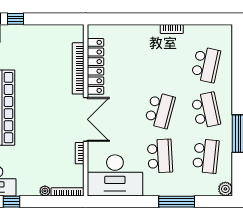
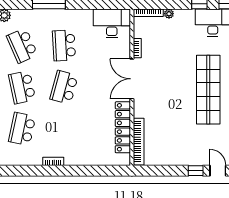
bookcase: (78, 68) -> (139, 142), moved
school desk: (206, 156) -> (22, 45), turned -30
desk: (115, 175) -> (112, 23), width x0.73, depth x0.77

